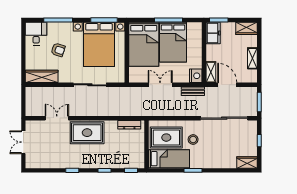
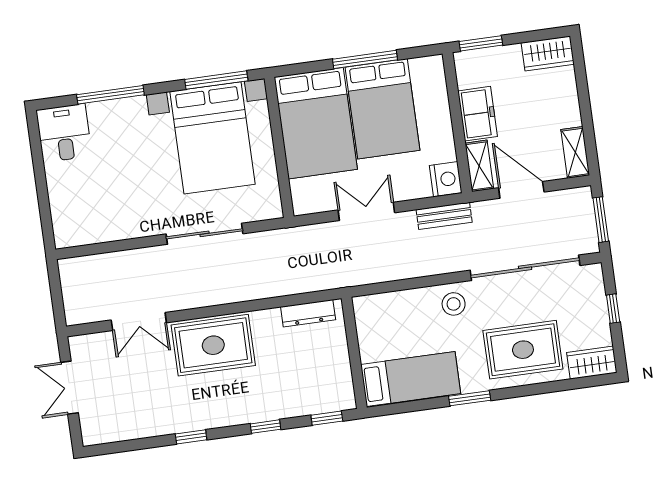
freezer: (213, 33) -> (478, 114), moved
armchair: (58, 50) -> (120, 163), removed
shelving: (252, 58) -> (575, 152), moved
wardrobe: (42, 76) -> (91, 230), removed
double door: (57, 118) -> (139, 321), swing flipped
rug: (166, 138) -> (523, 350), moved
stool: (193, 139) -> (454, 304), moved

